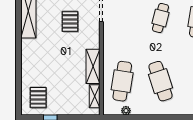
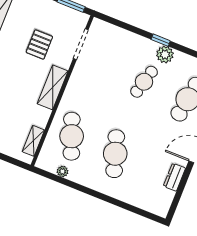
shelving: (93, 66) -> (53, 87), moved
cafe table: (122, 81) -> (72, 136), turned -30

